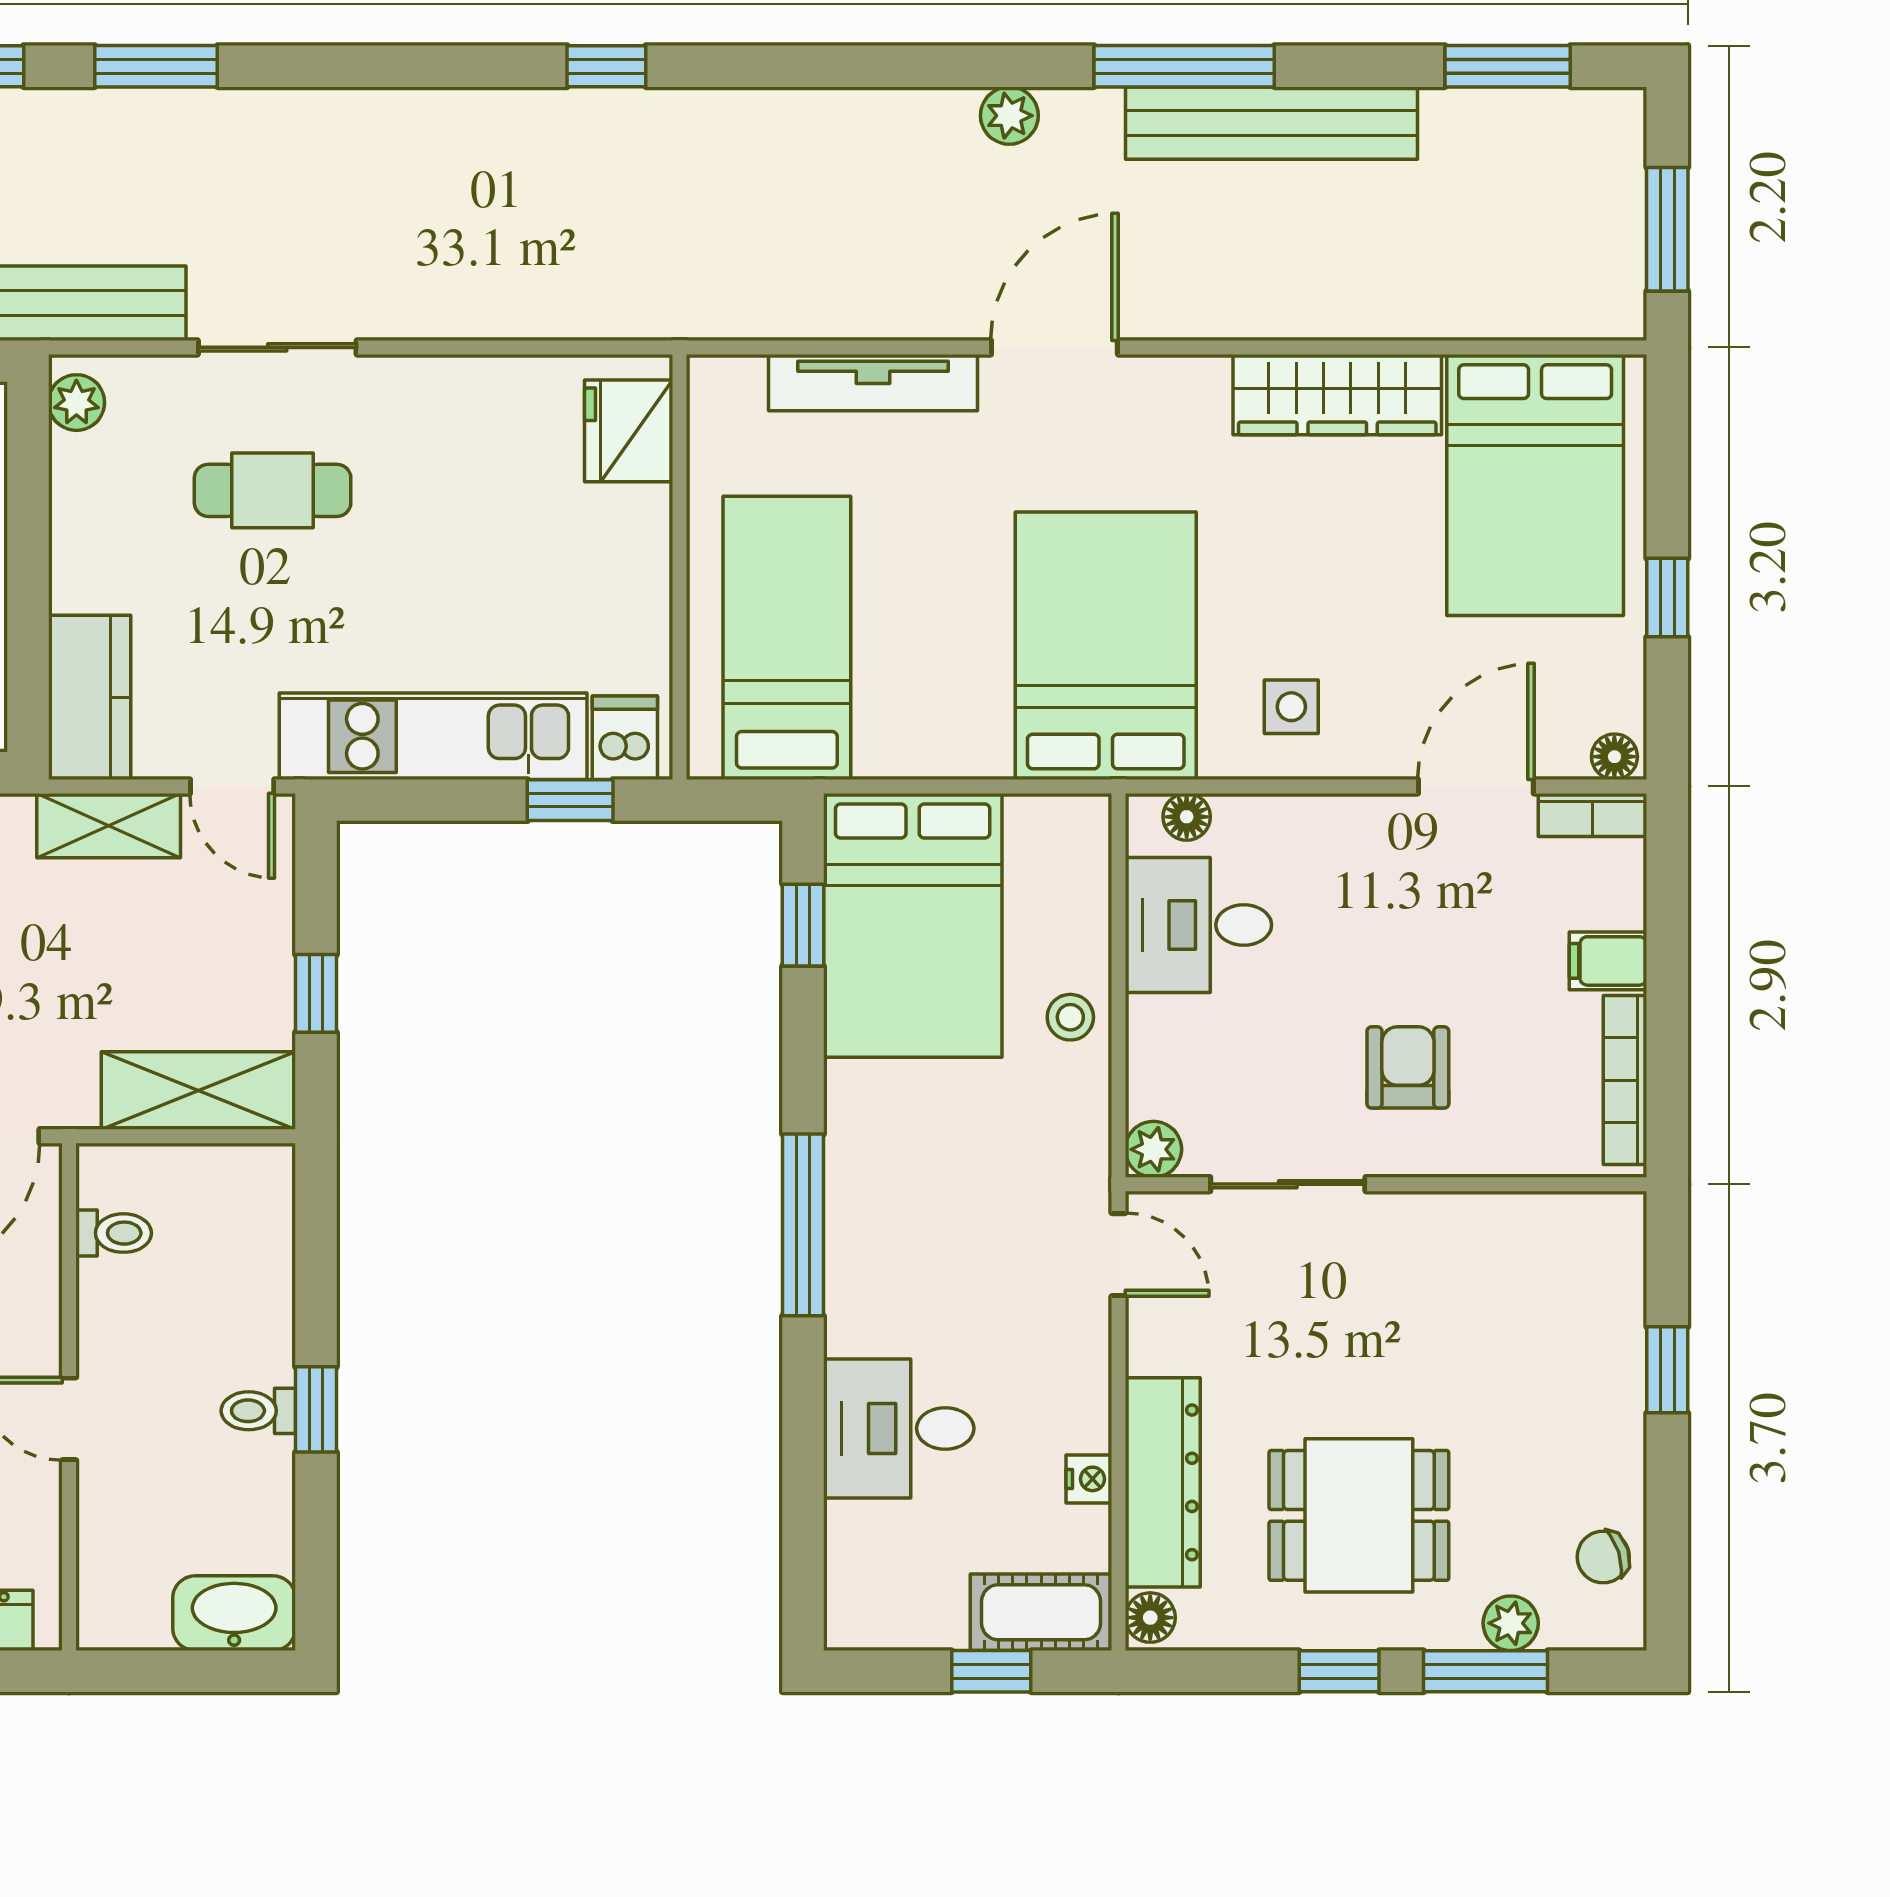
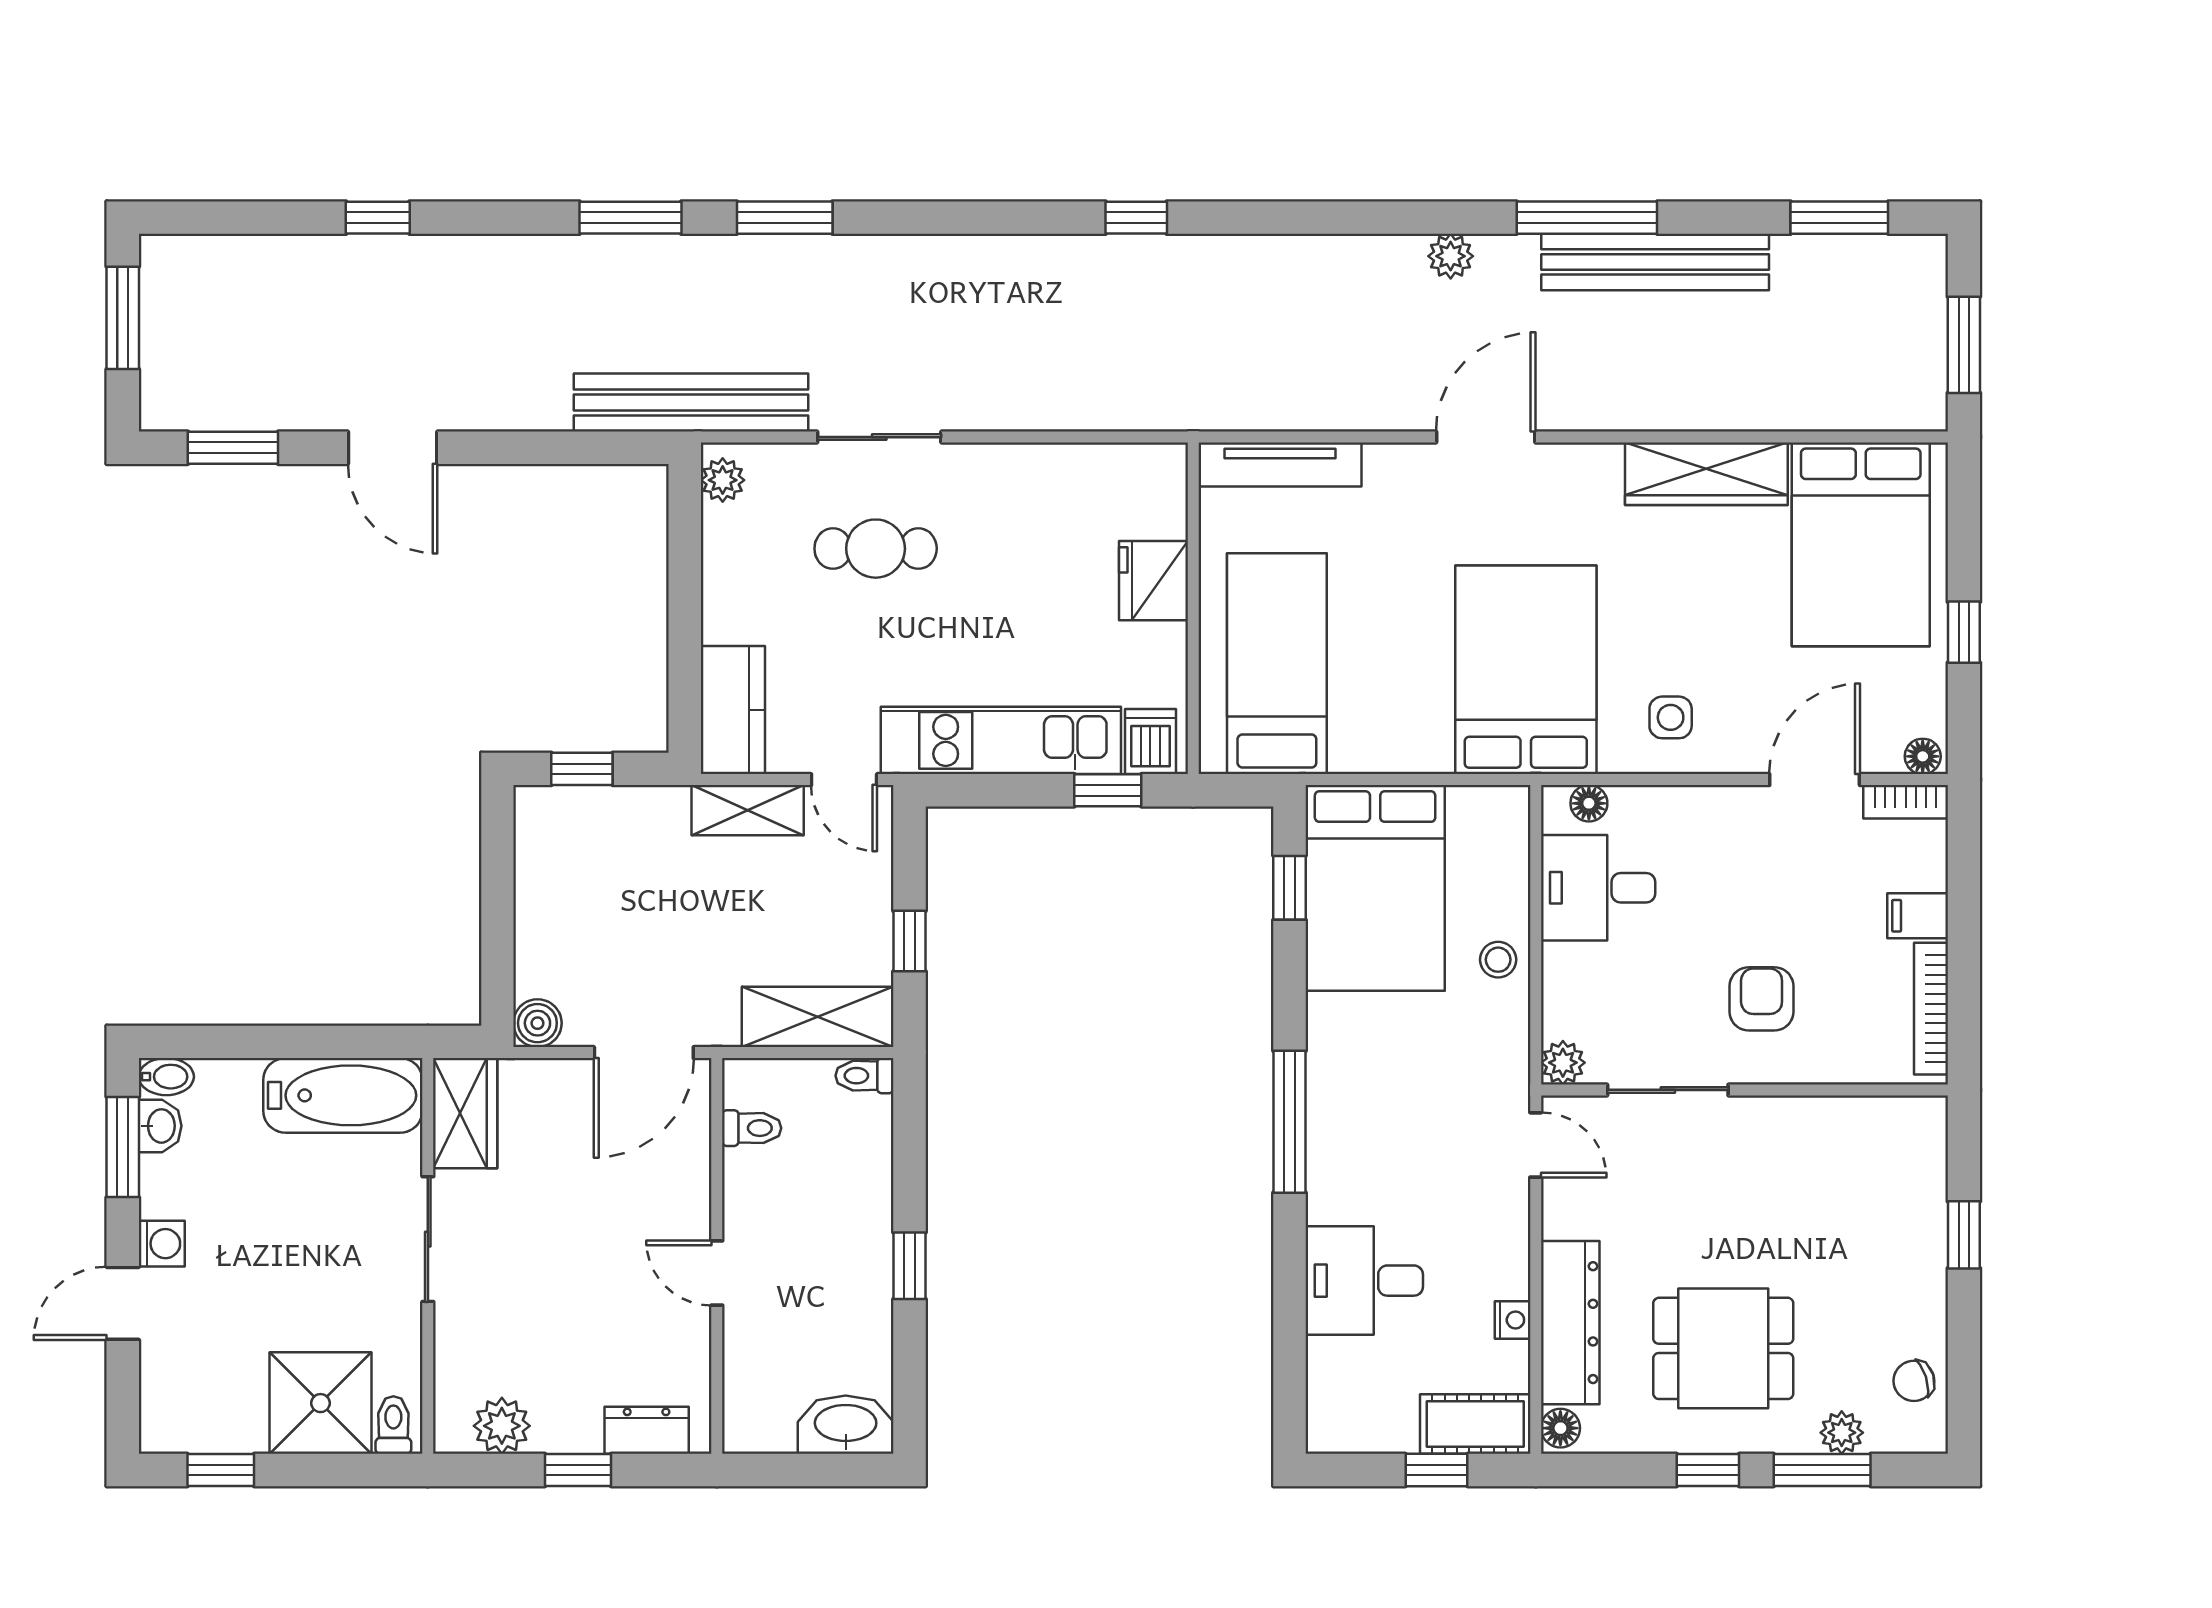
tv unit: (873, 383) -> (1280, 464), moved
fridge: (629, 431) -> (1154, 581), moved
toilet: (258, 1411) -> (865, 1076), moved

